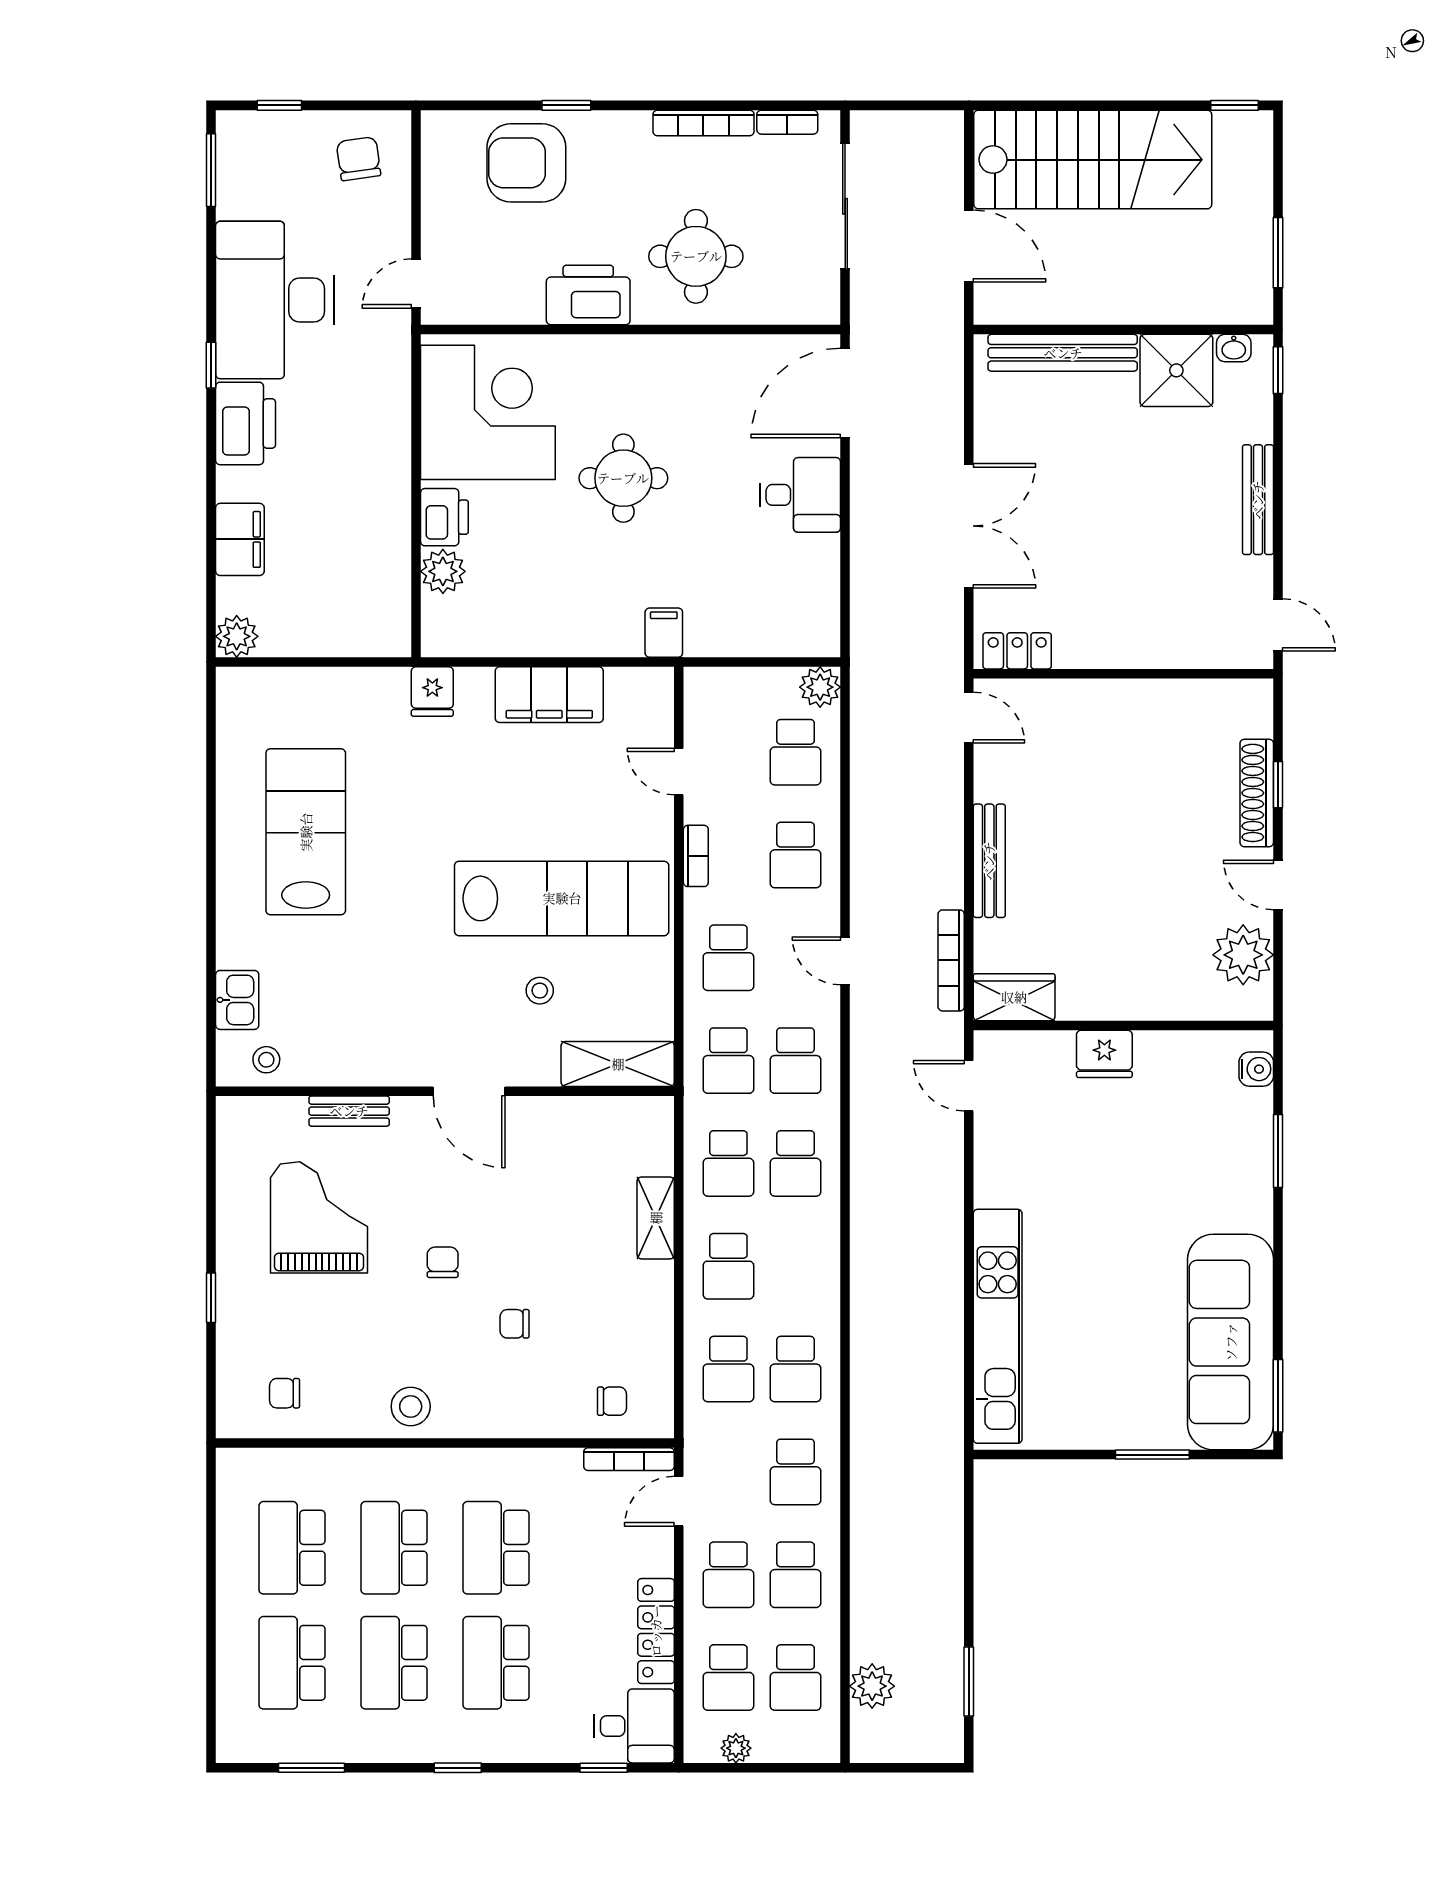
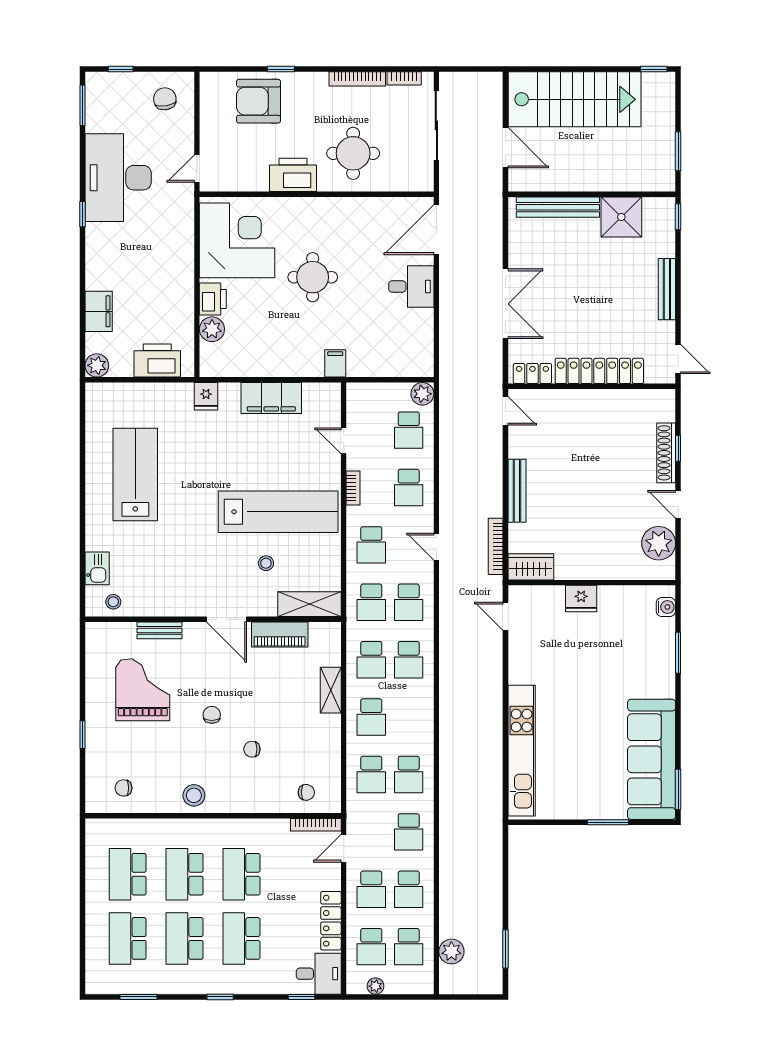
washbasin: (1234, 348) -> (653, 205), removed
printer: (246, 423) -> (157, 361), moved, turned -90
locker: (1137, 646) -> (599, 371), added
piano: (564, 1118) -> (280, 634), added

